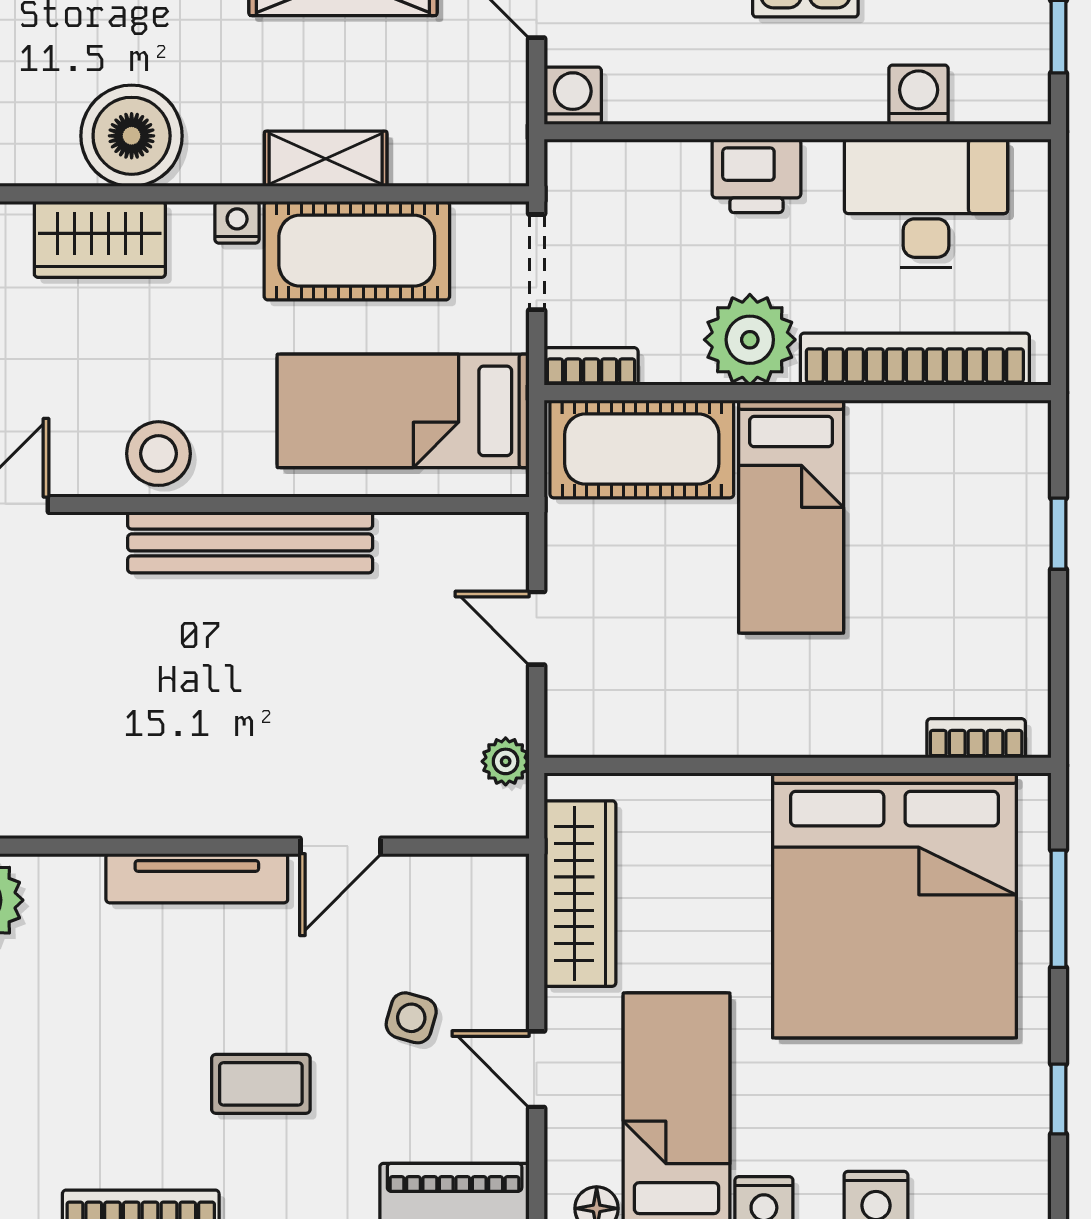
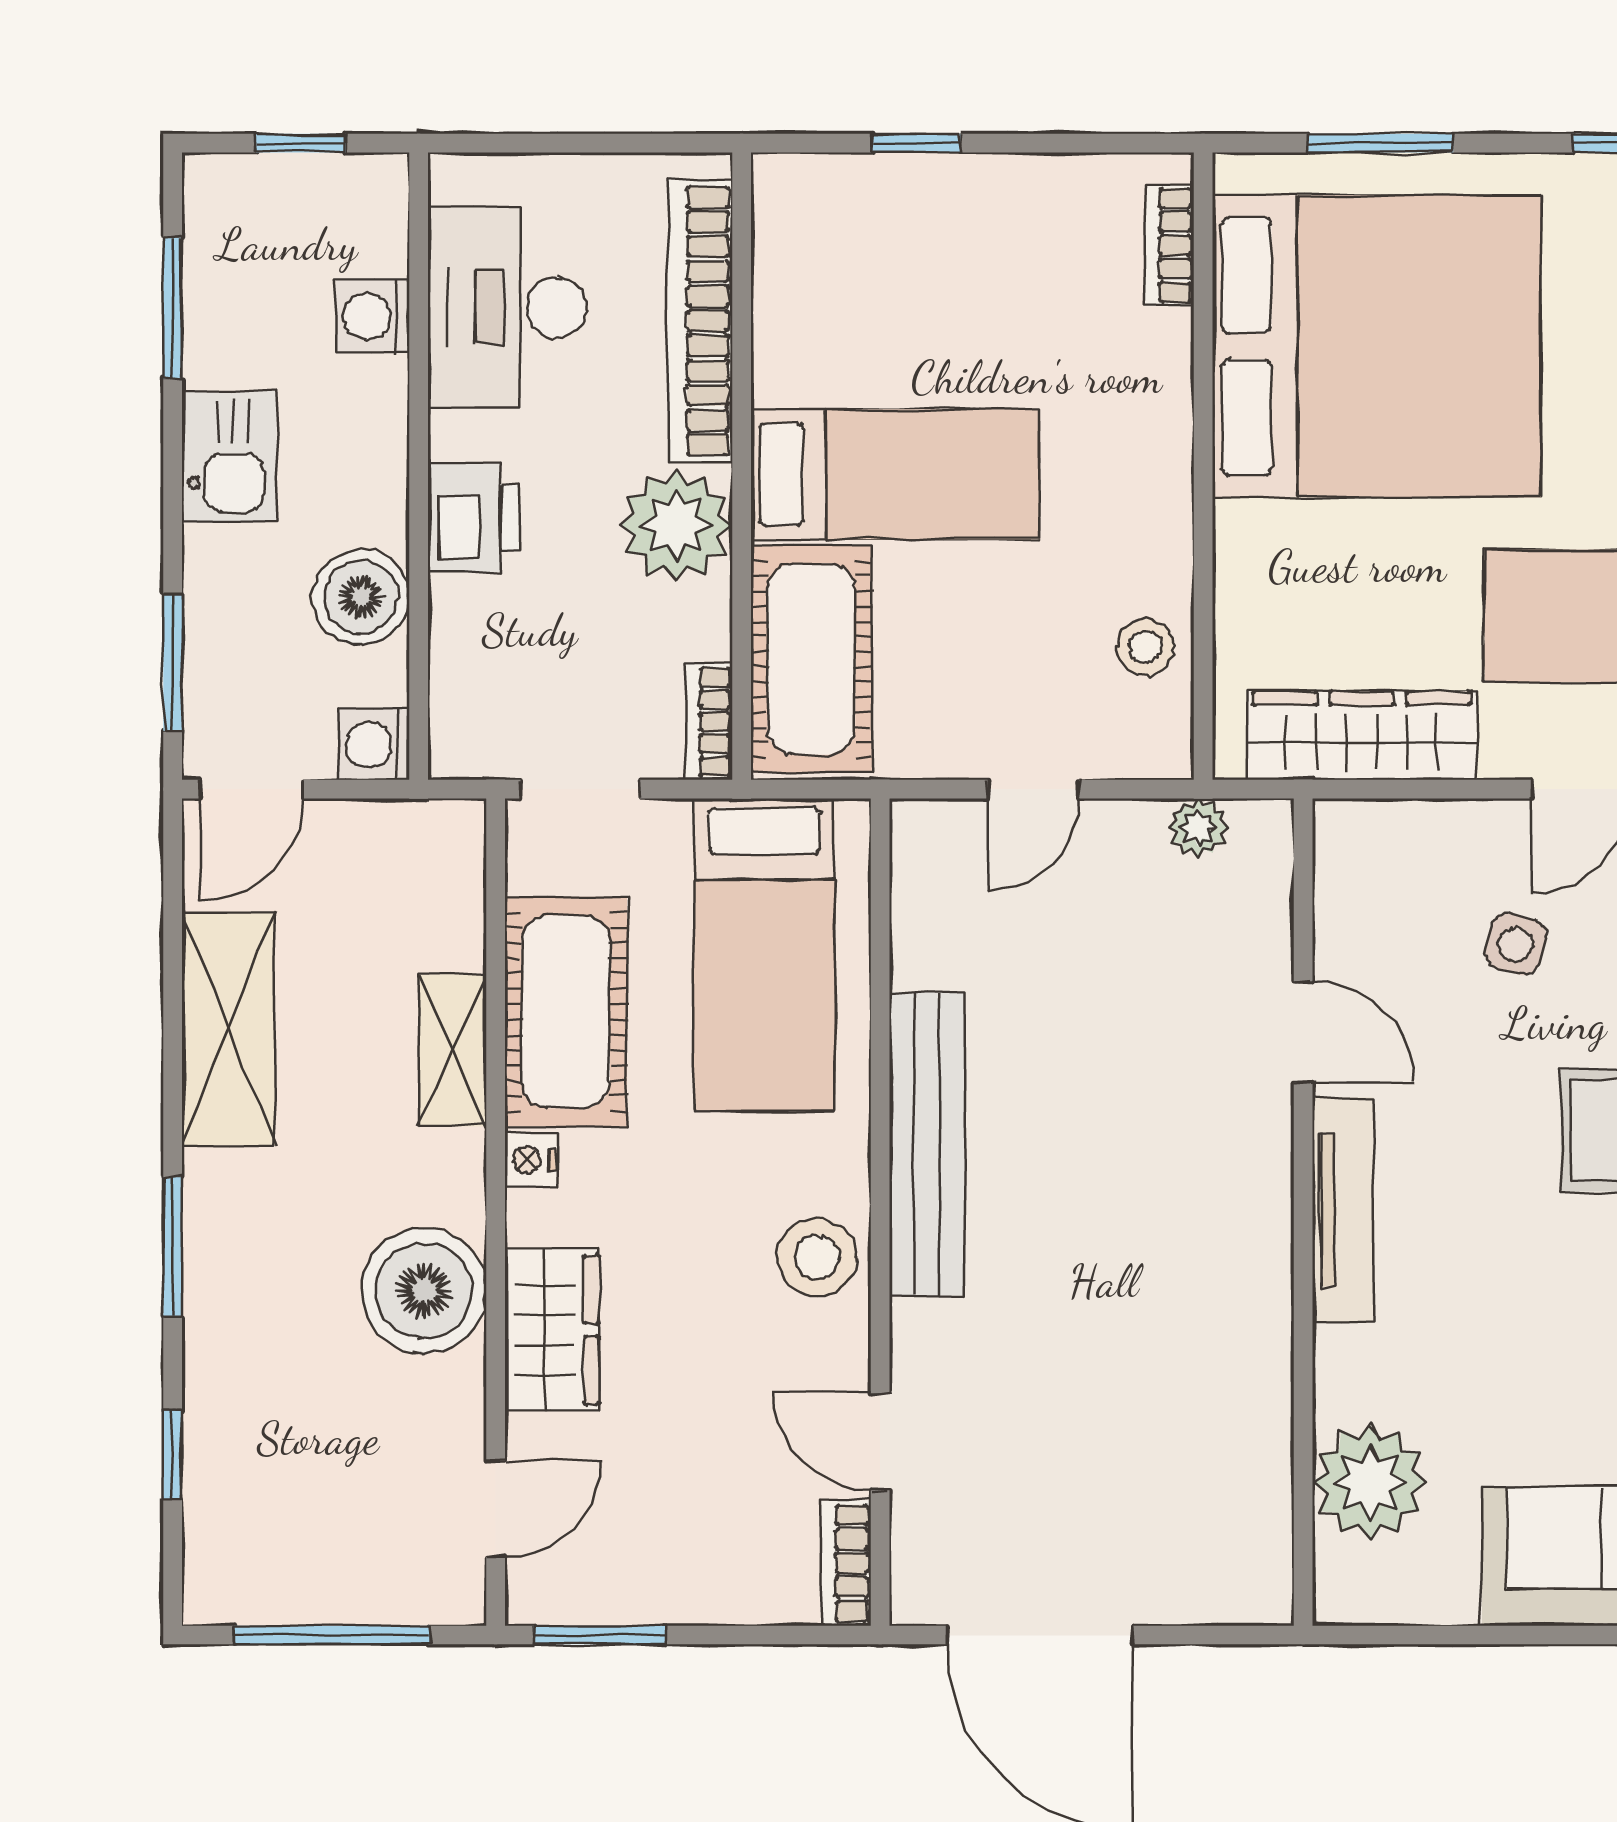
boiler: (692, 85) -> (361, 597), added
stool: (652, 719) -> (1145, 647), added

